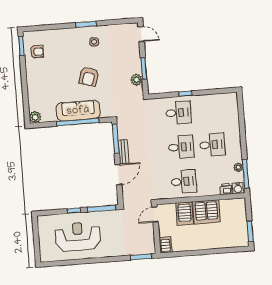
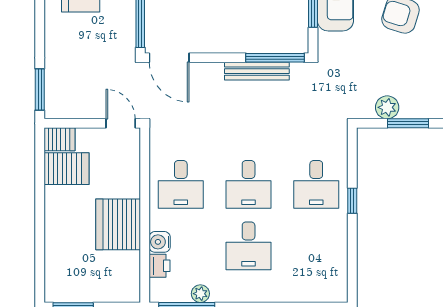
bench: (123, 152) -> (257, 71), width x1.36
door: (118, 174) -> (169, 58), moved
water cooler: (238, 188) -> (160, 242), moved
server rack: (184, 214) -> (66, 169), moved, turned 180

